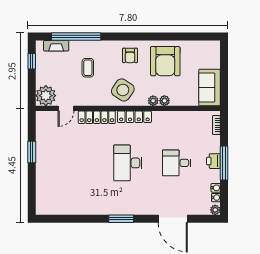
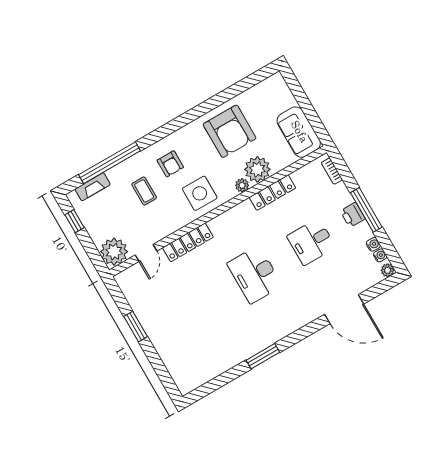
armchair: (130, 55) -> (170, 164), moved
side table: (123, 90) -> (200, 193), turned -34
plant: (164, 101) -> (257, 169), width x1.87, depth x1.87
locker: (134, 117) -> (272, 193), moved
window: (121, 219) -> (263, 356), moved

